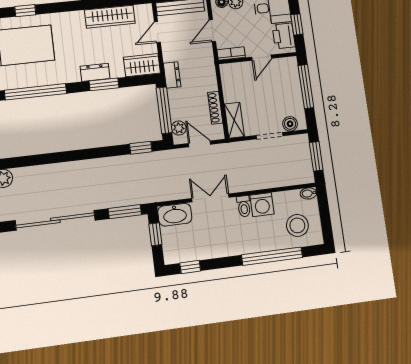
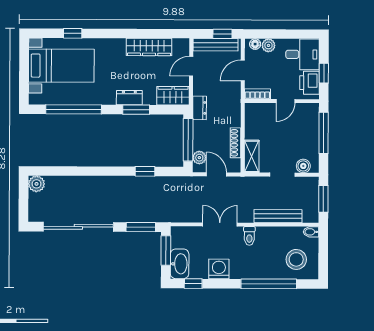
window: (141, 148) -> (145, 171), moved
bench: (271, 181) -> (278, 216), added
washing machine: (262, 205) -> (219, 269), moved, turned 180
washbasin: (175, 215) -> (180, 264), moved, turned -90
window: (155, 234) -> (166, 251), width x1.50

